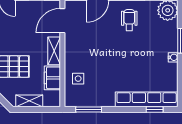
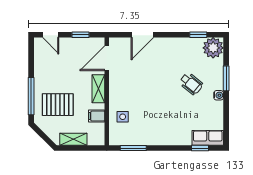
wheelchair: (129, 20) -> (191, 84), moved, turned 129
filing cabinet: (52, 78) -> (97, 116), width x0.50
row of seats: (147, 99) -> (208, 138), width x0.50

